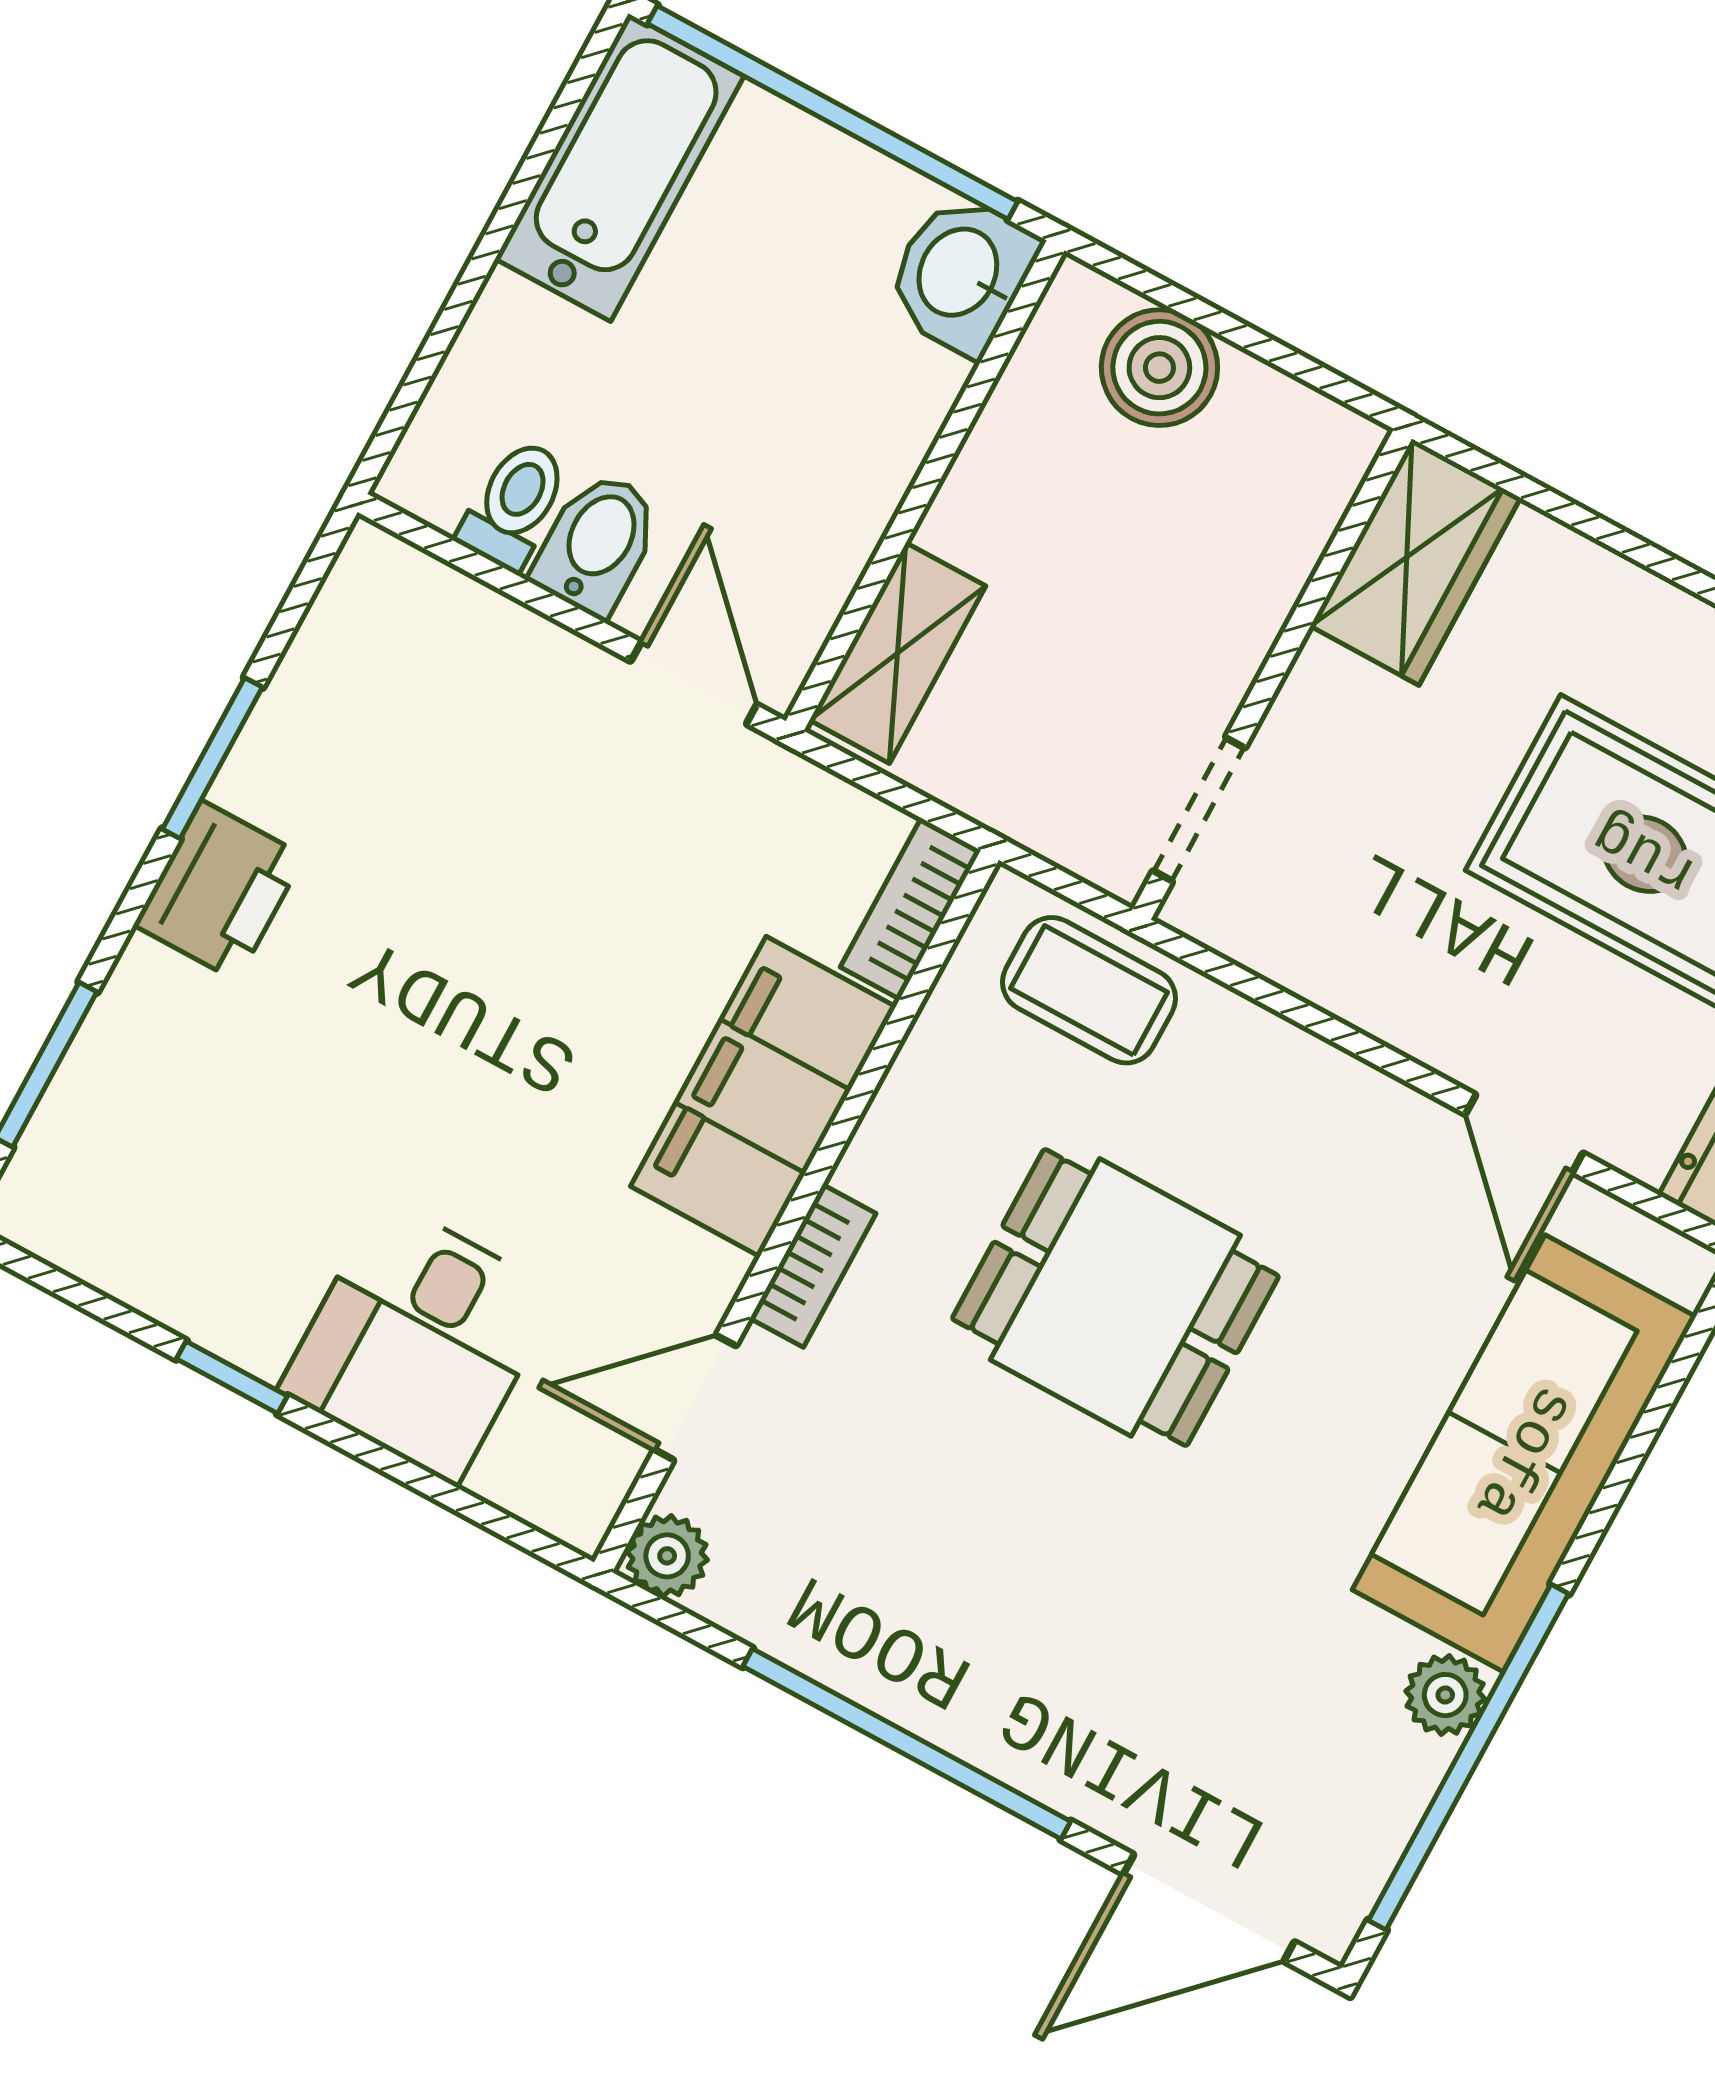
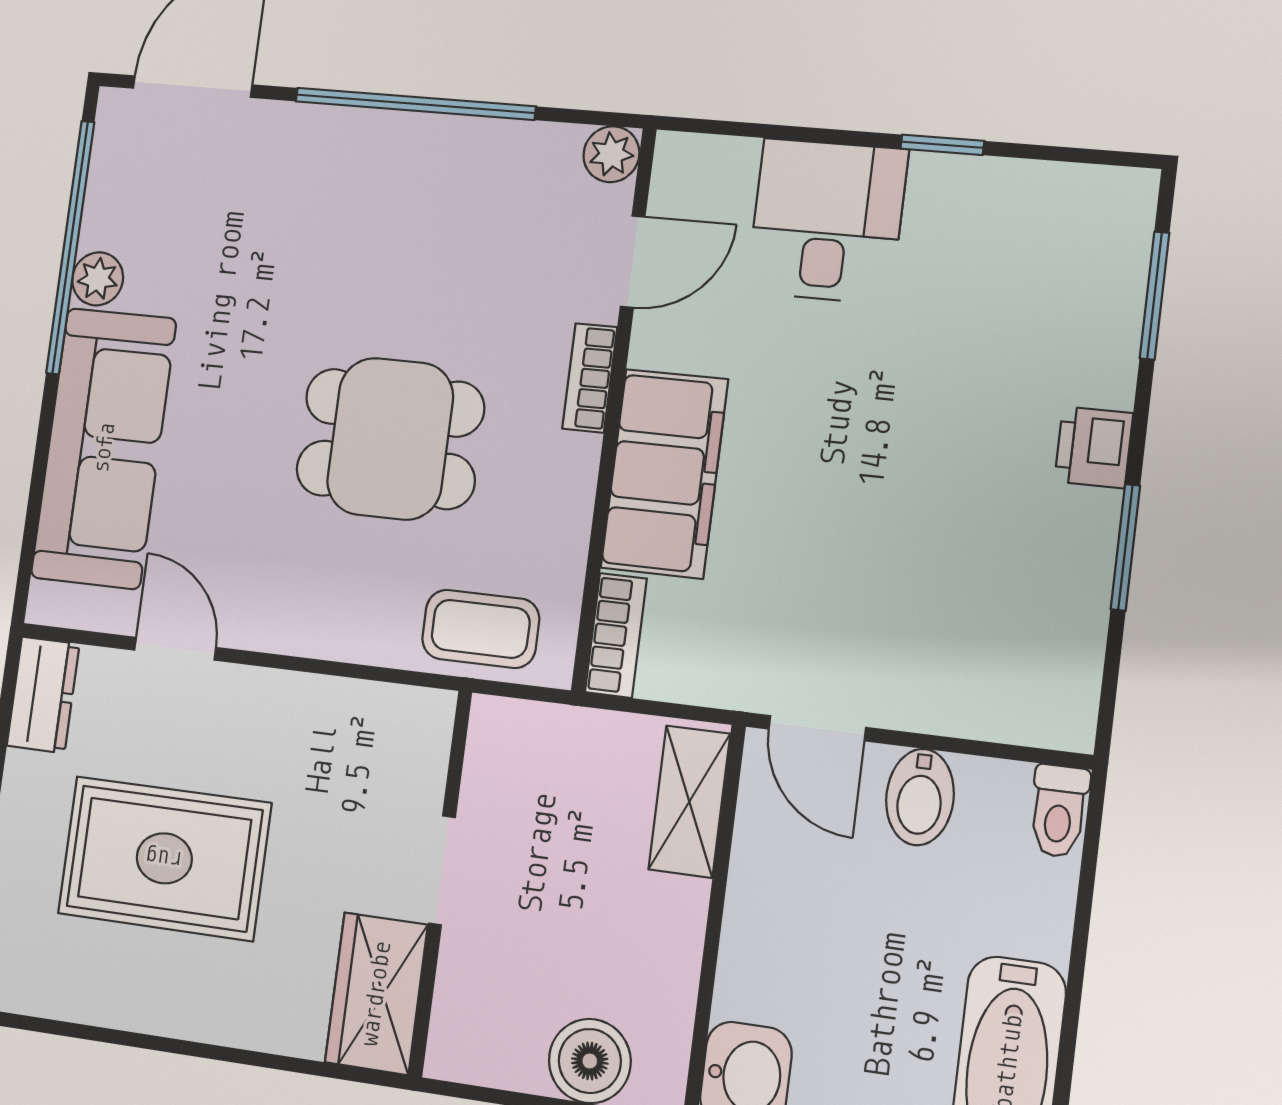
toilet: (514, 504) -> (1059, 811), moved
doorway: (1199, 809) -> (442, 870), moved
printer: (219, 891) -> (1094, 447), width x0.73, depth x0.81

